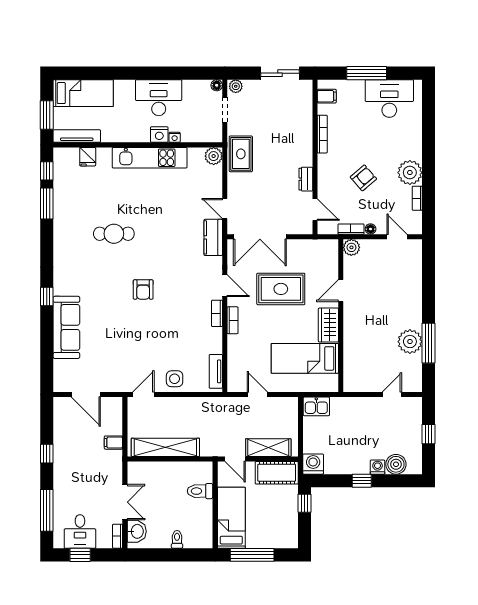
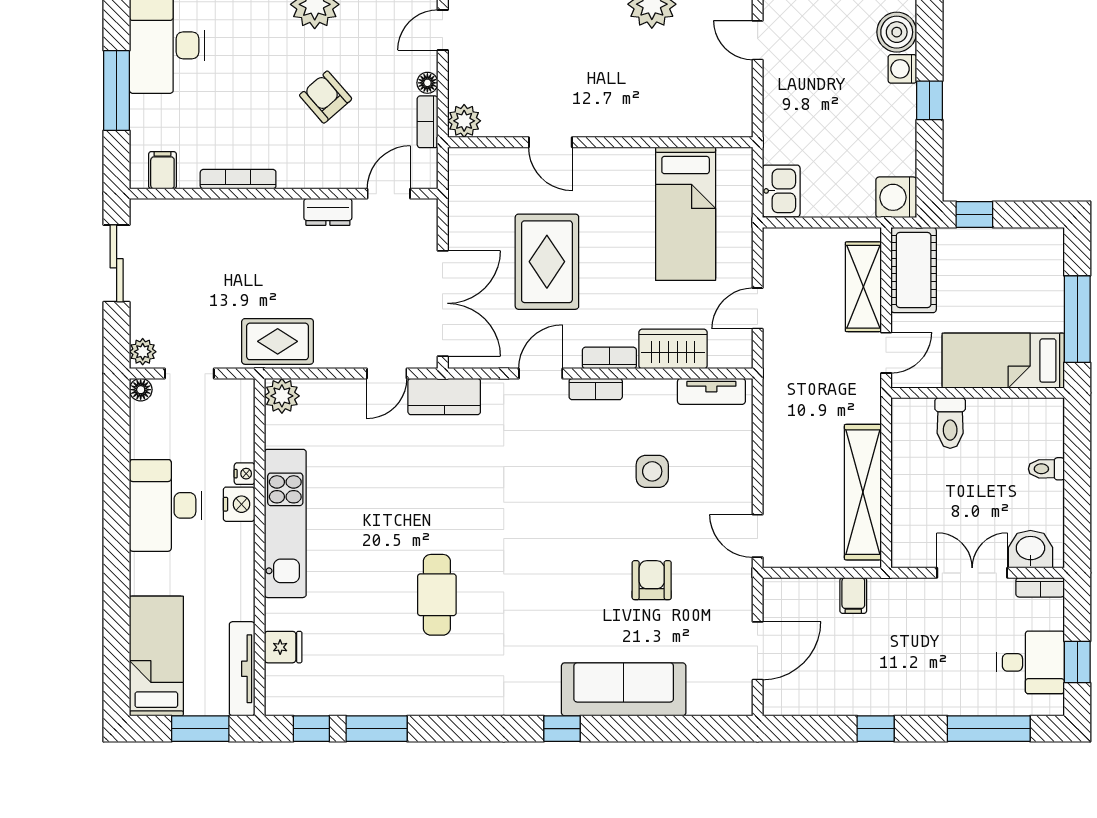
armchair: (143, 289) -> (652, 580), moved, turned -90
wardrobe: (328, 325) -> (673, 349), moved, turned 180
side table: (175, 379) -> (652, 471), moved

